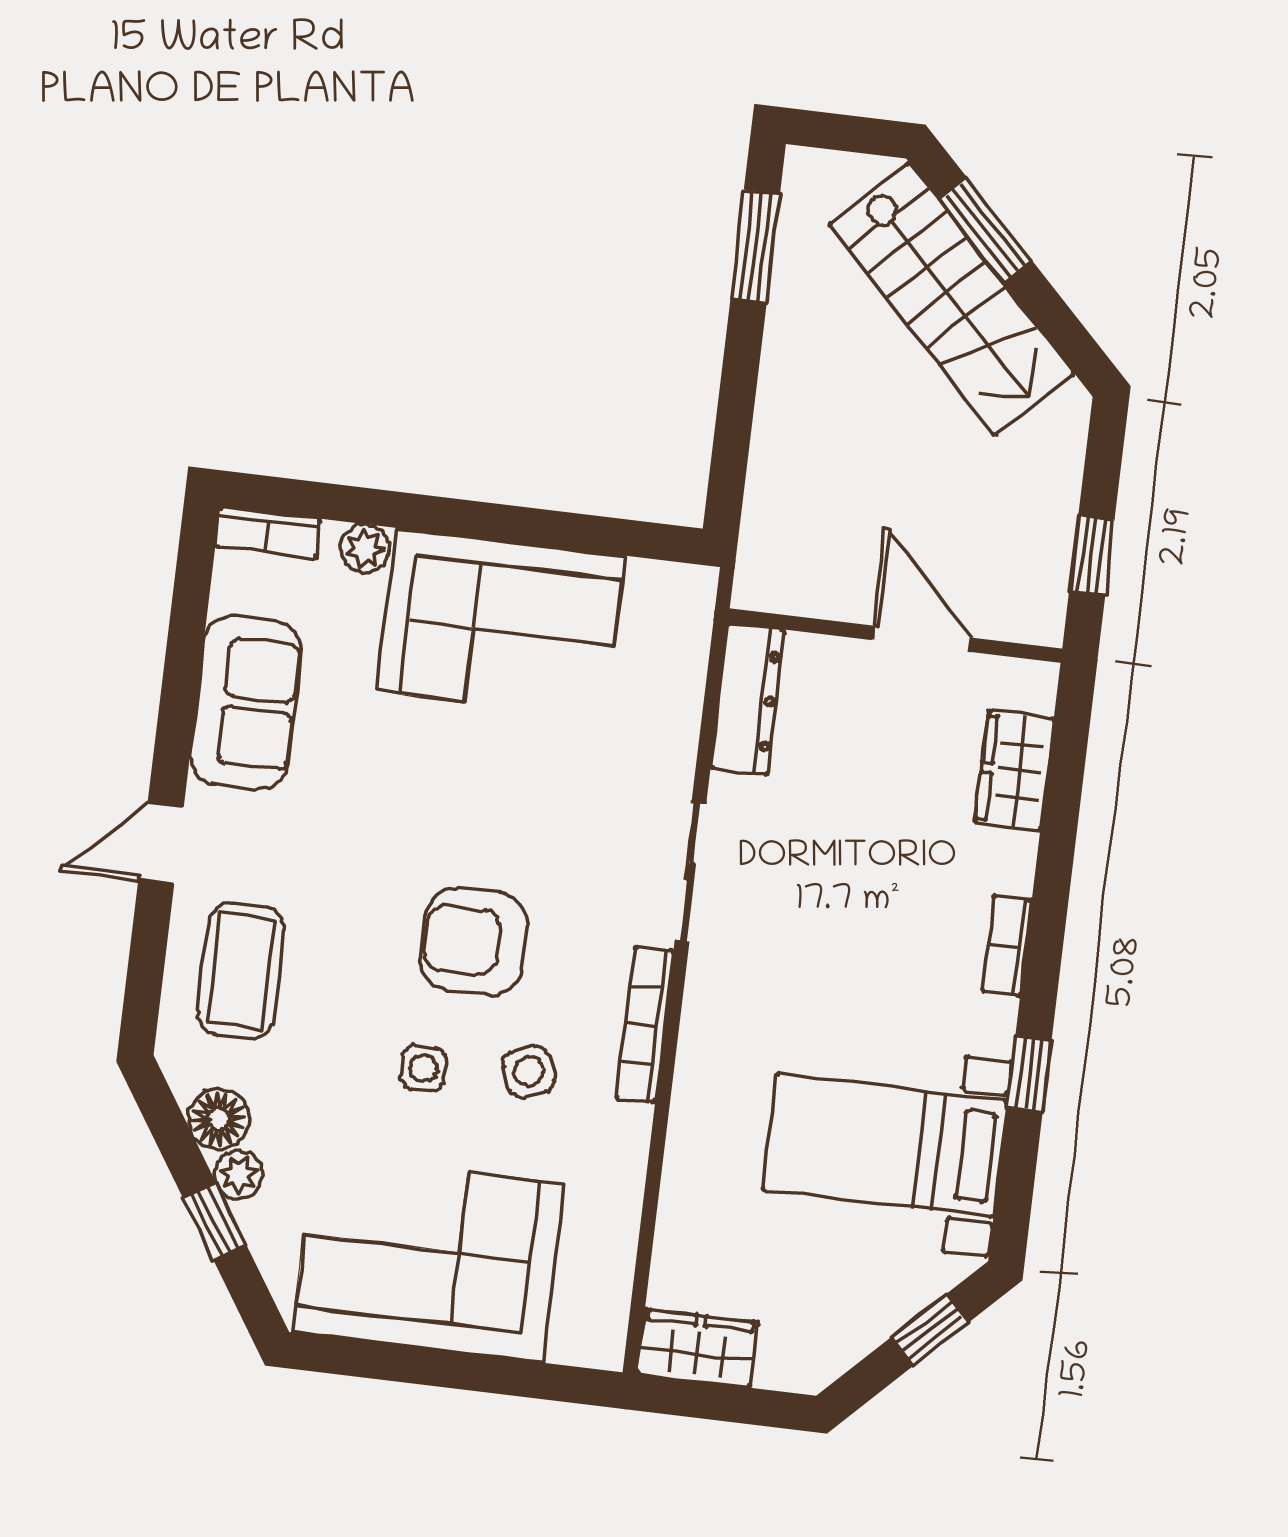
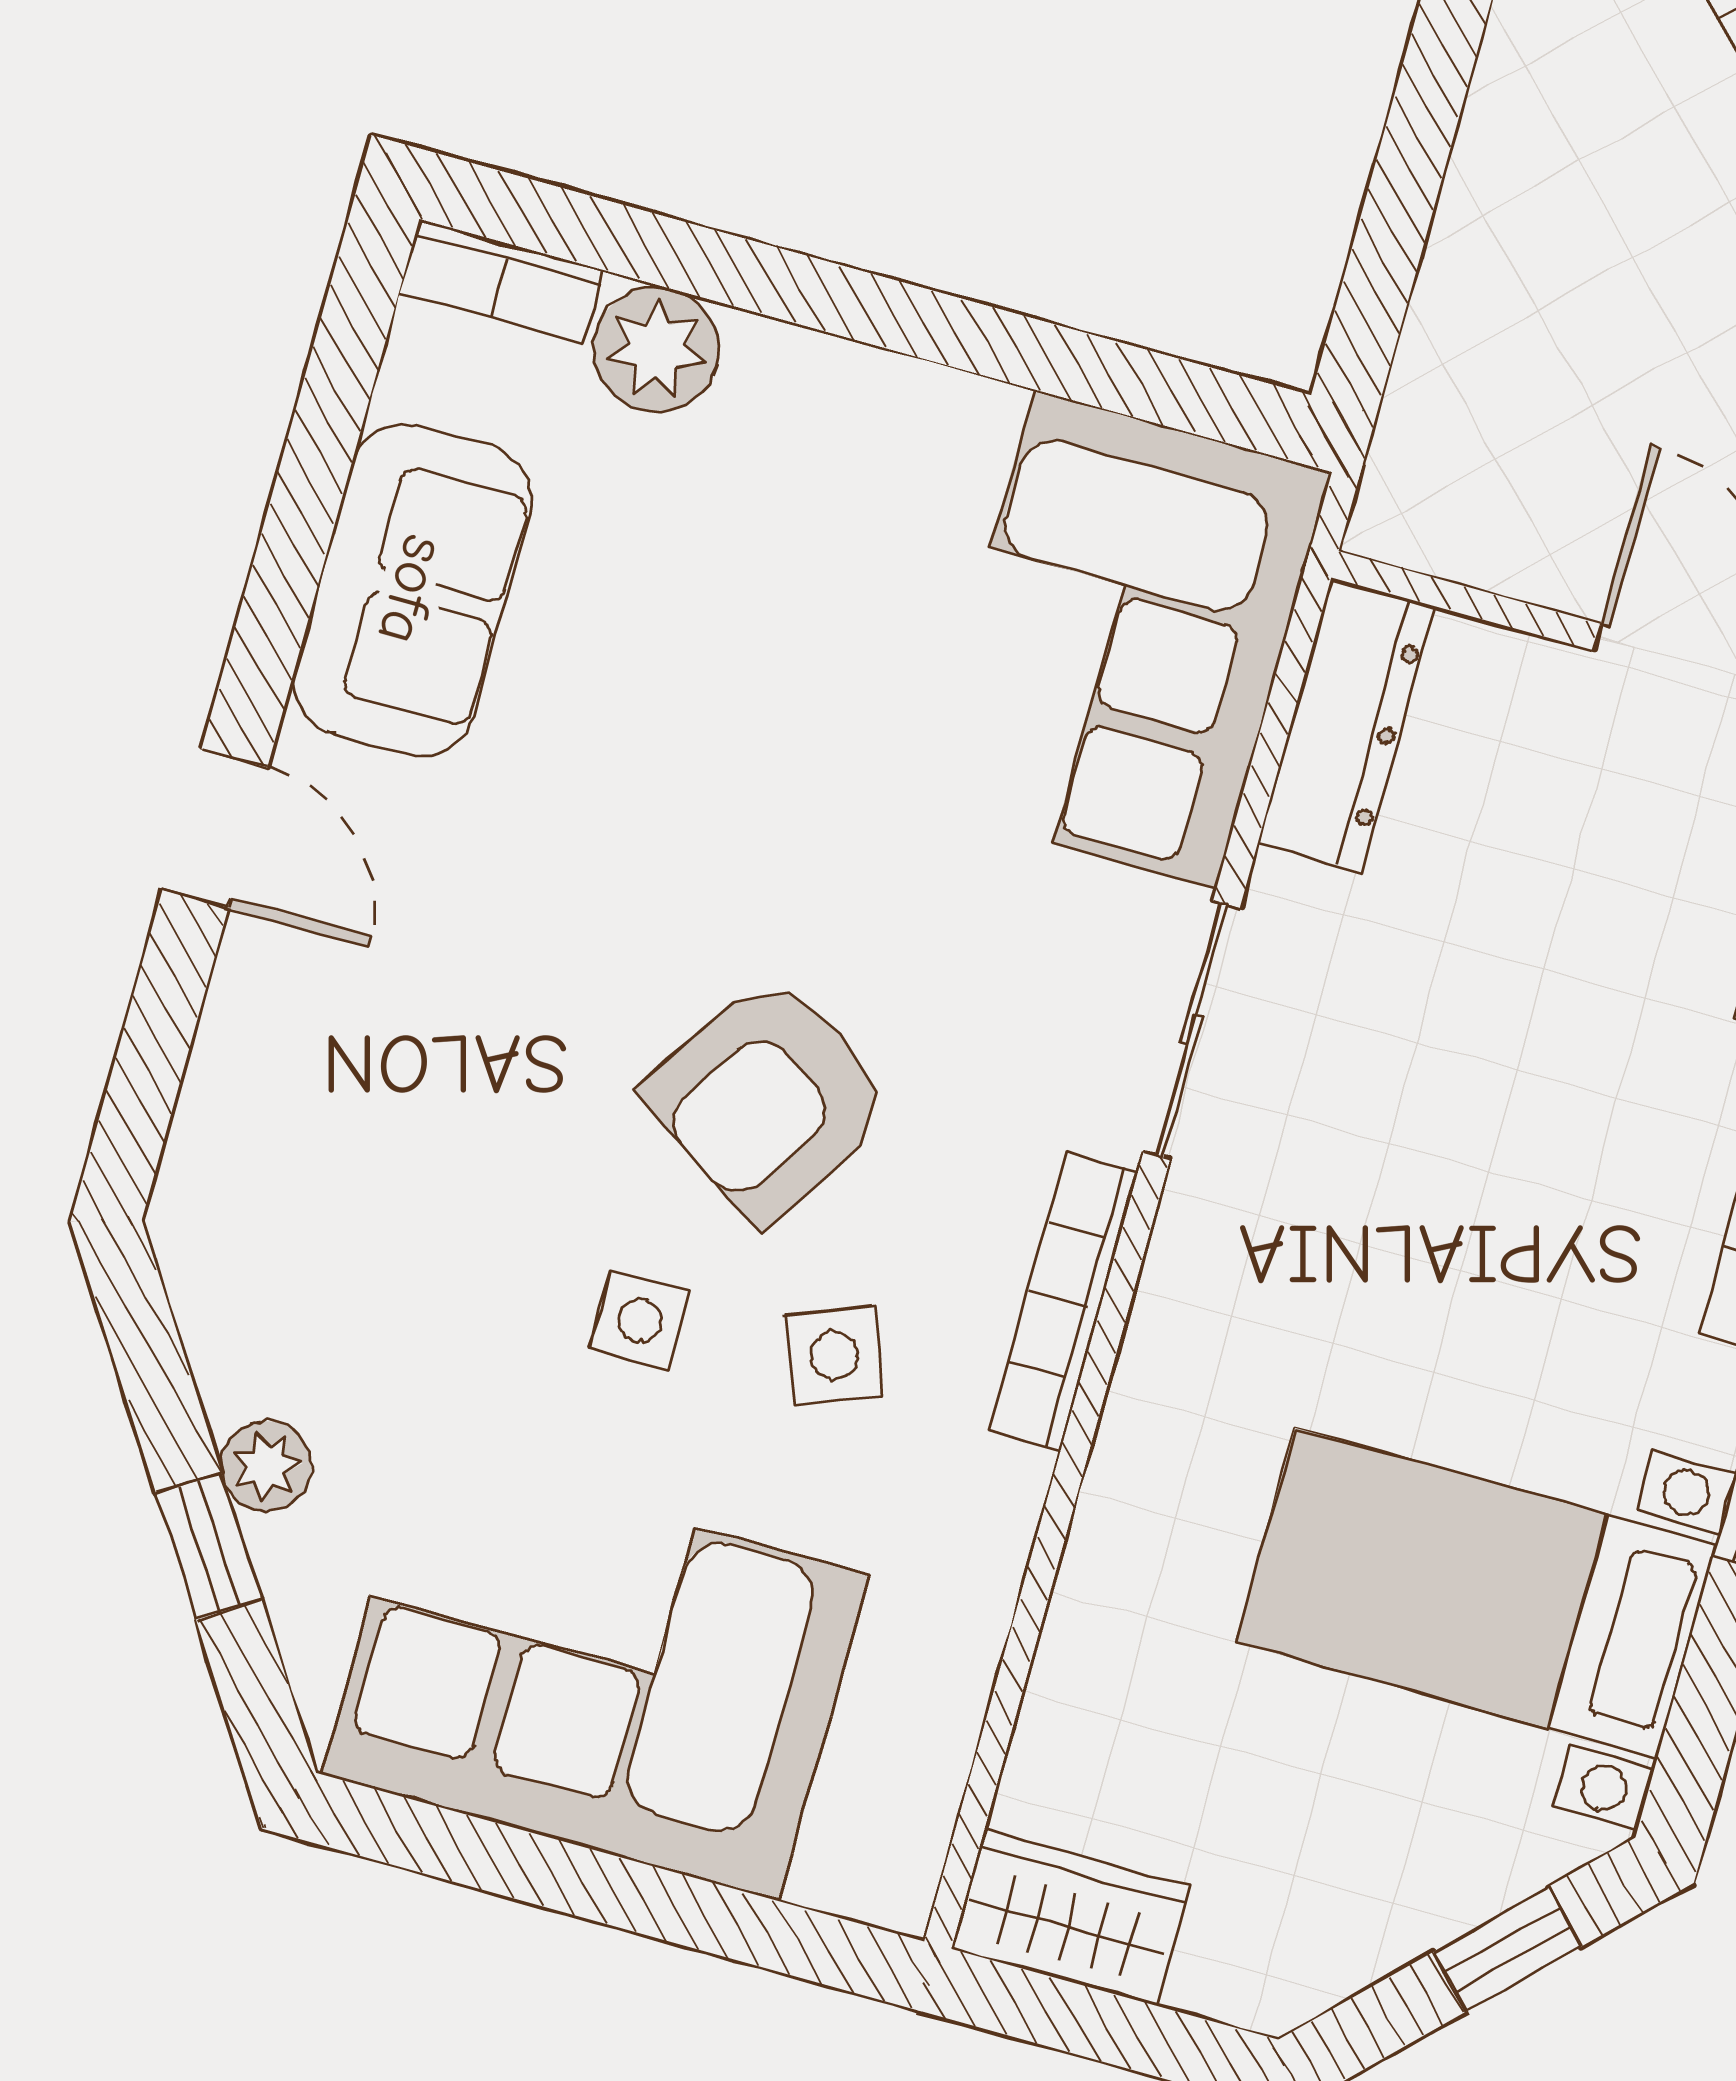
plant: (365, 549) -> (656, 349), width x1.38, depth x1.38
corner sofa: (501, 623) -> (1125, 639), moved, turned 90
door: (161, 844) -> (215, 829), swing flipped
armchair: (474, 941) -> (769, 1099), turned -57
coffee table: (241, 971) -> (328, 1088), removed
floor lamp: (218, 1119) -> (244, 1357), removed

